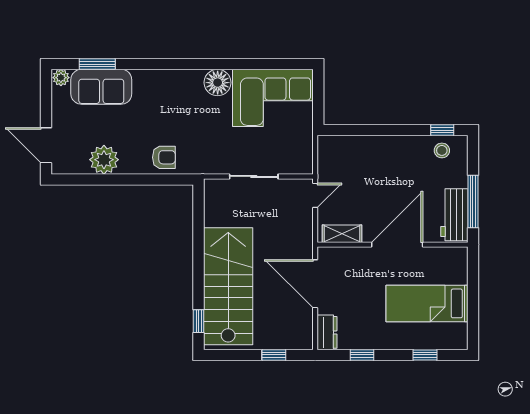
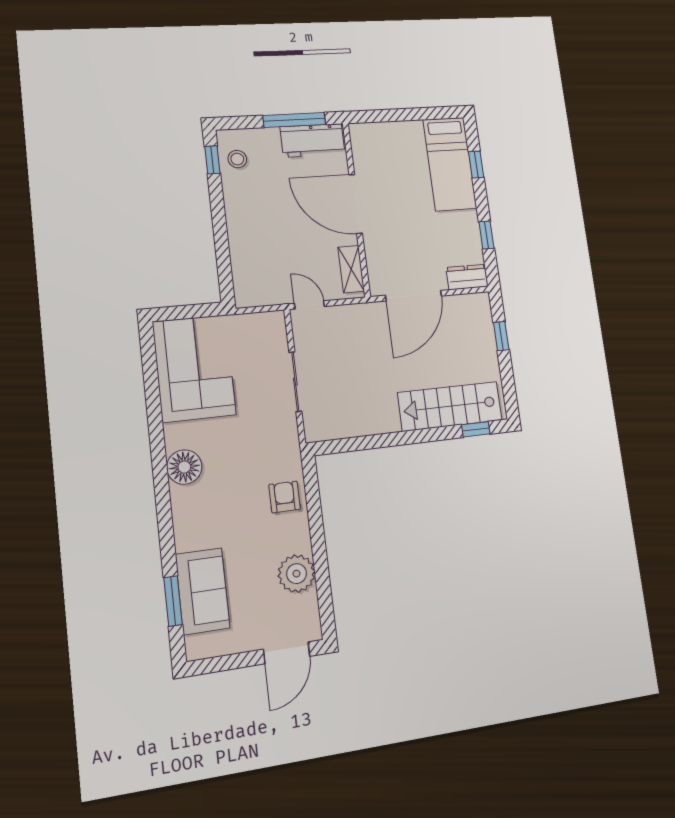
plant: (61, 78) -> (196, 647), removed
floor lamp: (218, 83) -> (184, 467), moved
stairs: (228, 286) -> (450, 406), width x0.73, depth x0.66
bed: (427, 303) -> (450, 164), moved

